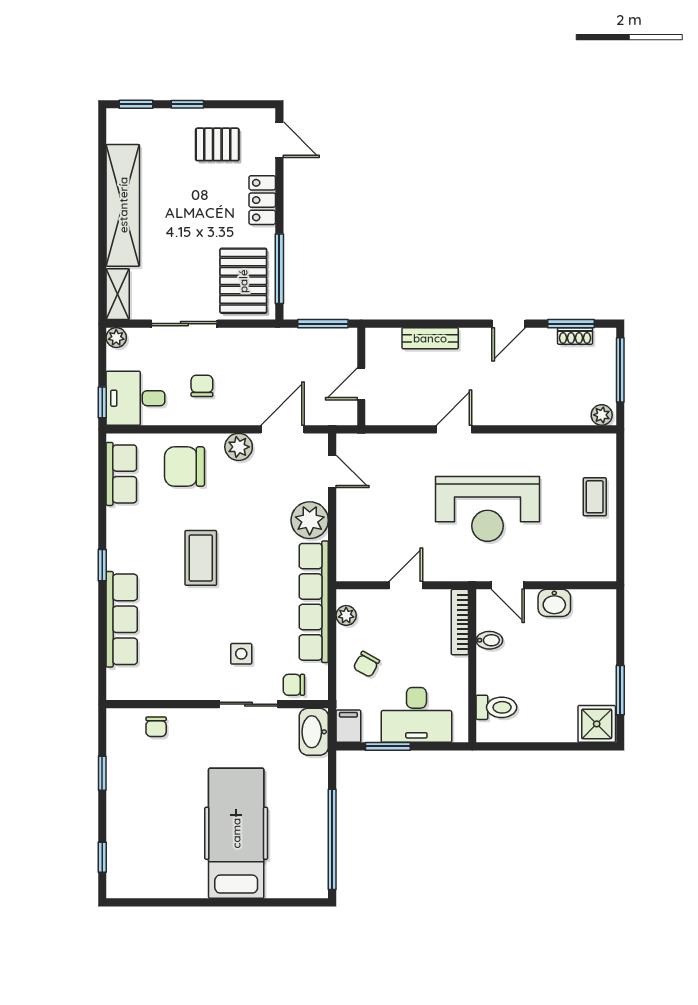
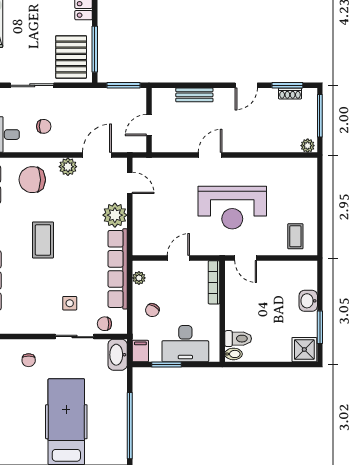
chair: (202, 386) -> (44, 126), turned 90
coffee table: (595, 497) -> (295, 236), moved
washbasin: (554, 603) -> (308, 301), moved, turned 90
bidet: (489, 640) -> (233, 354), moved
chair: (156, 727) -> (29, 360), moved

